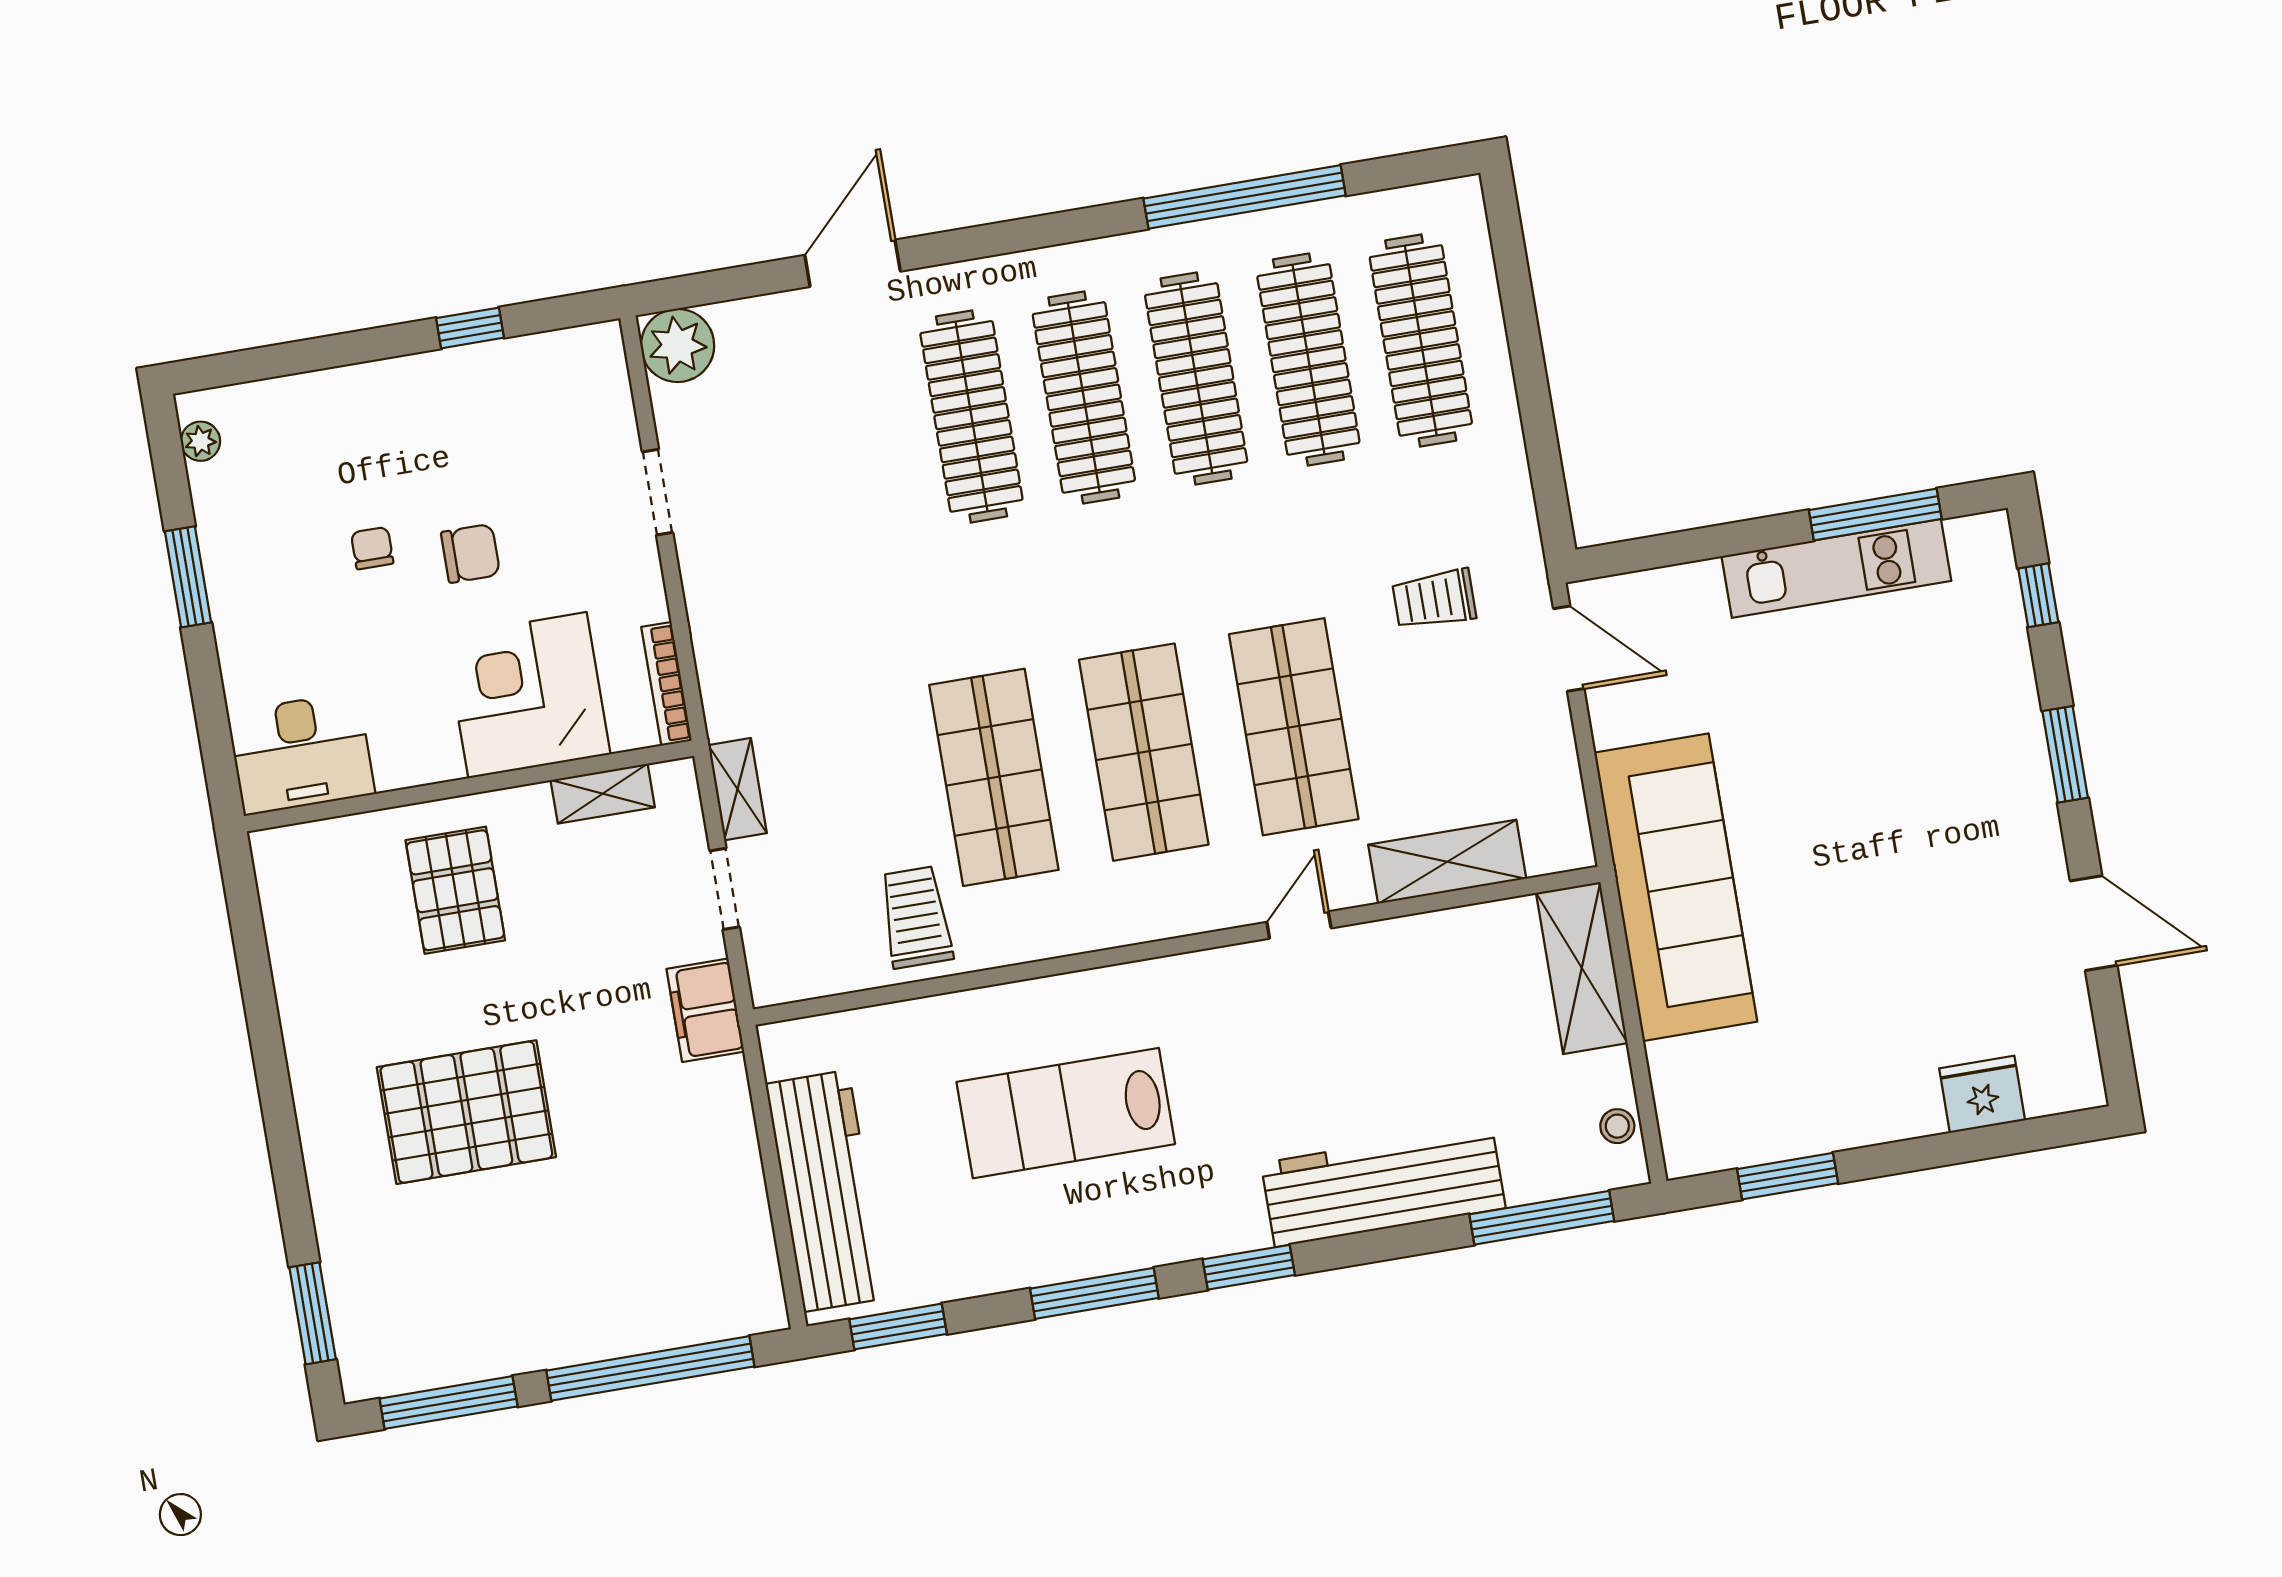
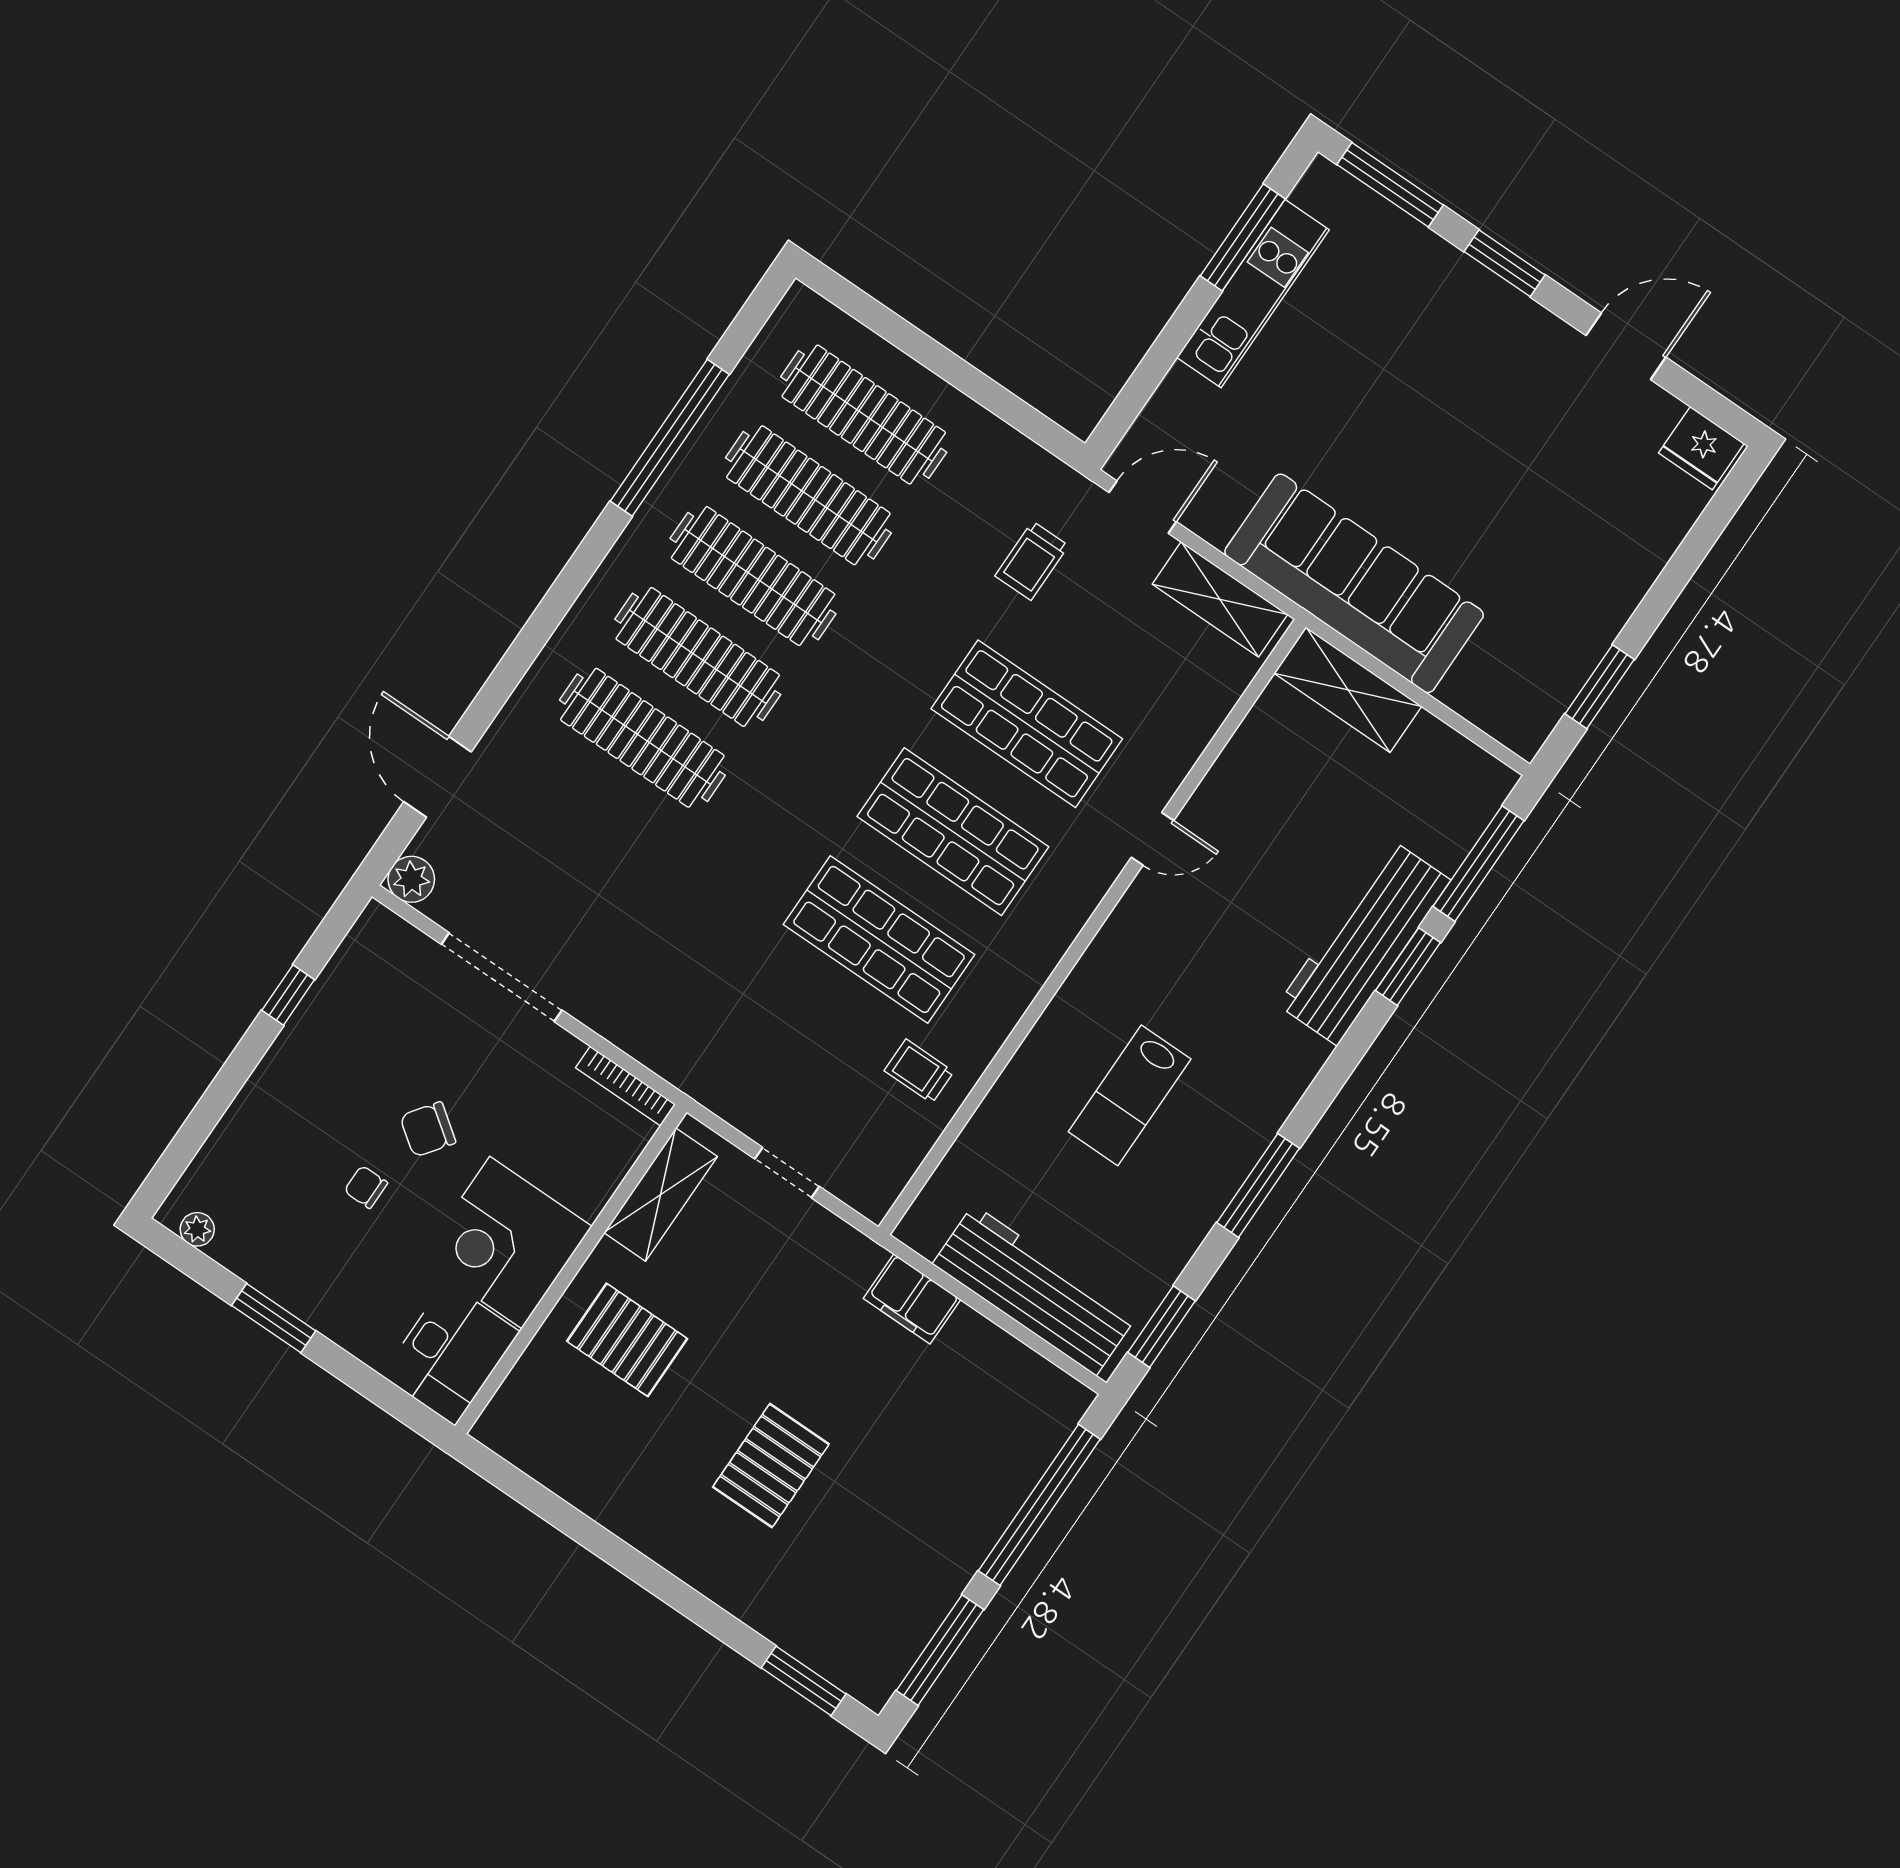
door: (853, 263) -> (438, 777), moved
plant: (678, 346) -> (411, 879), width x0.73, depth x0.73
doorway: (657, 492) -> (502, 977), width x1.88
chair: (470, 553) -> (428, 1129), turned -144
window: (2038, 595) -> (1390, 185), width x2.17
corner desk: (527, 695) -> (506, 1243), moved
shelving: (737, 789) -> (733, 1105), removed
shelving: (603, 794) -> (661, 1195), width x1.50, depth x1.33
shelving: (1447, 862) -> (1220, 599), moved, turned 90
trolley: (916, 917) -> (919, 1071), width x0.73, depth x0.72
door: (1299, 925) -> (1152, 839), swing flipped
filing cabinet: (705, 1010) -> (912, 1299), moved
fridge: (1982, 1094) -> (1701, 448), moved, turned -90
pallet: (466, 1112) -> (771, 1466), width x0.73, depth x0.71
lab bench: (1066, 1113) -> (1130, 1095), width x0.73, depth x0.72
stool: (1617, 1126) -> (1467, 762), removed
window: (1249, 1267) -> (1408, 967), moved

